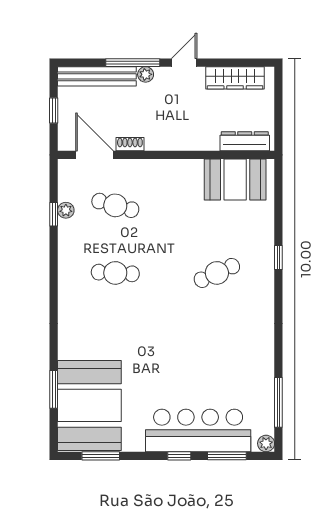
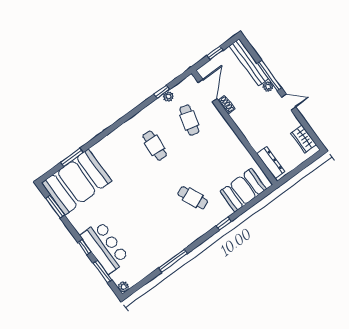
wardrobe: (235, 78) -> (303, 139), width x0.67
booth: (235, 180) -> (243, 190), moved, turned 90
window: (278, 402) -> (173, 261), moved
bar counter: (198, 430) -> (105, 247), width x0.73

